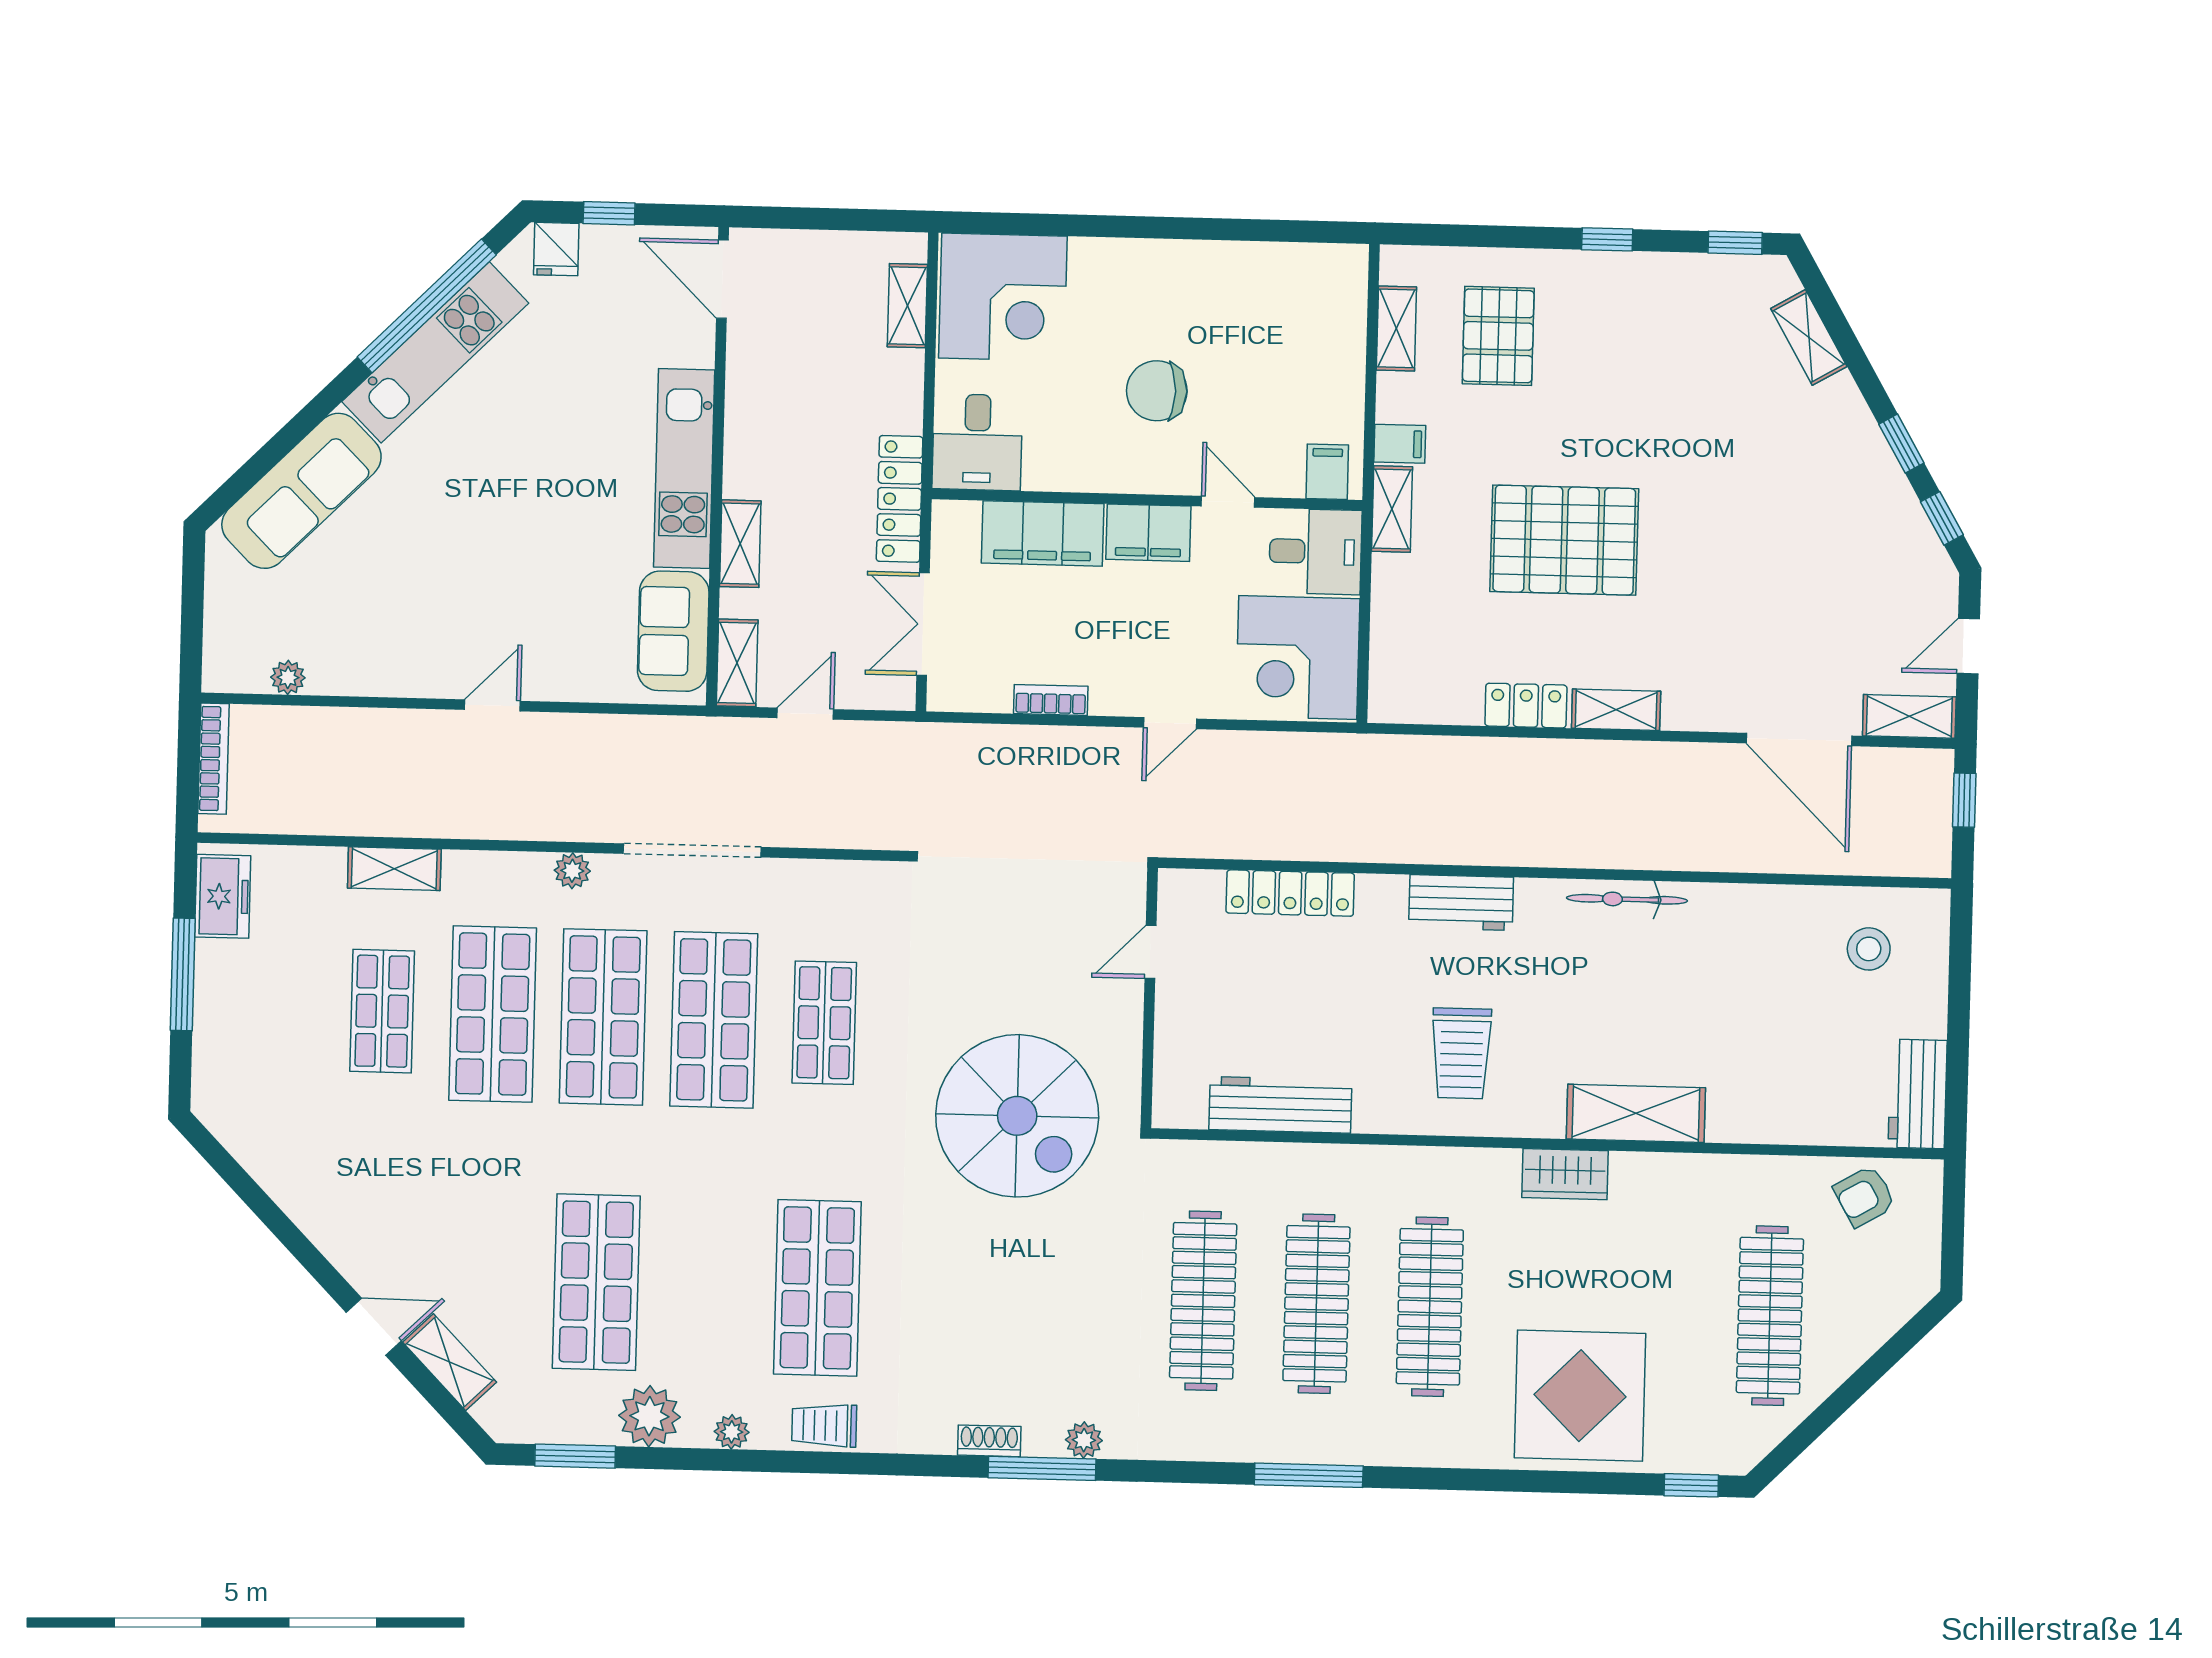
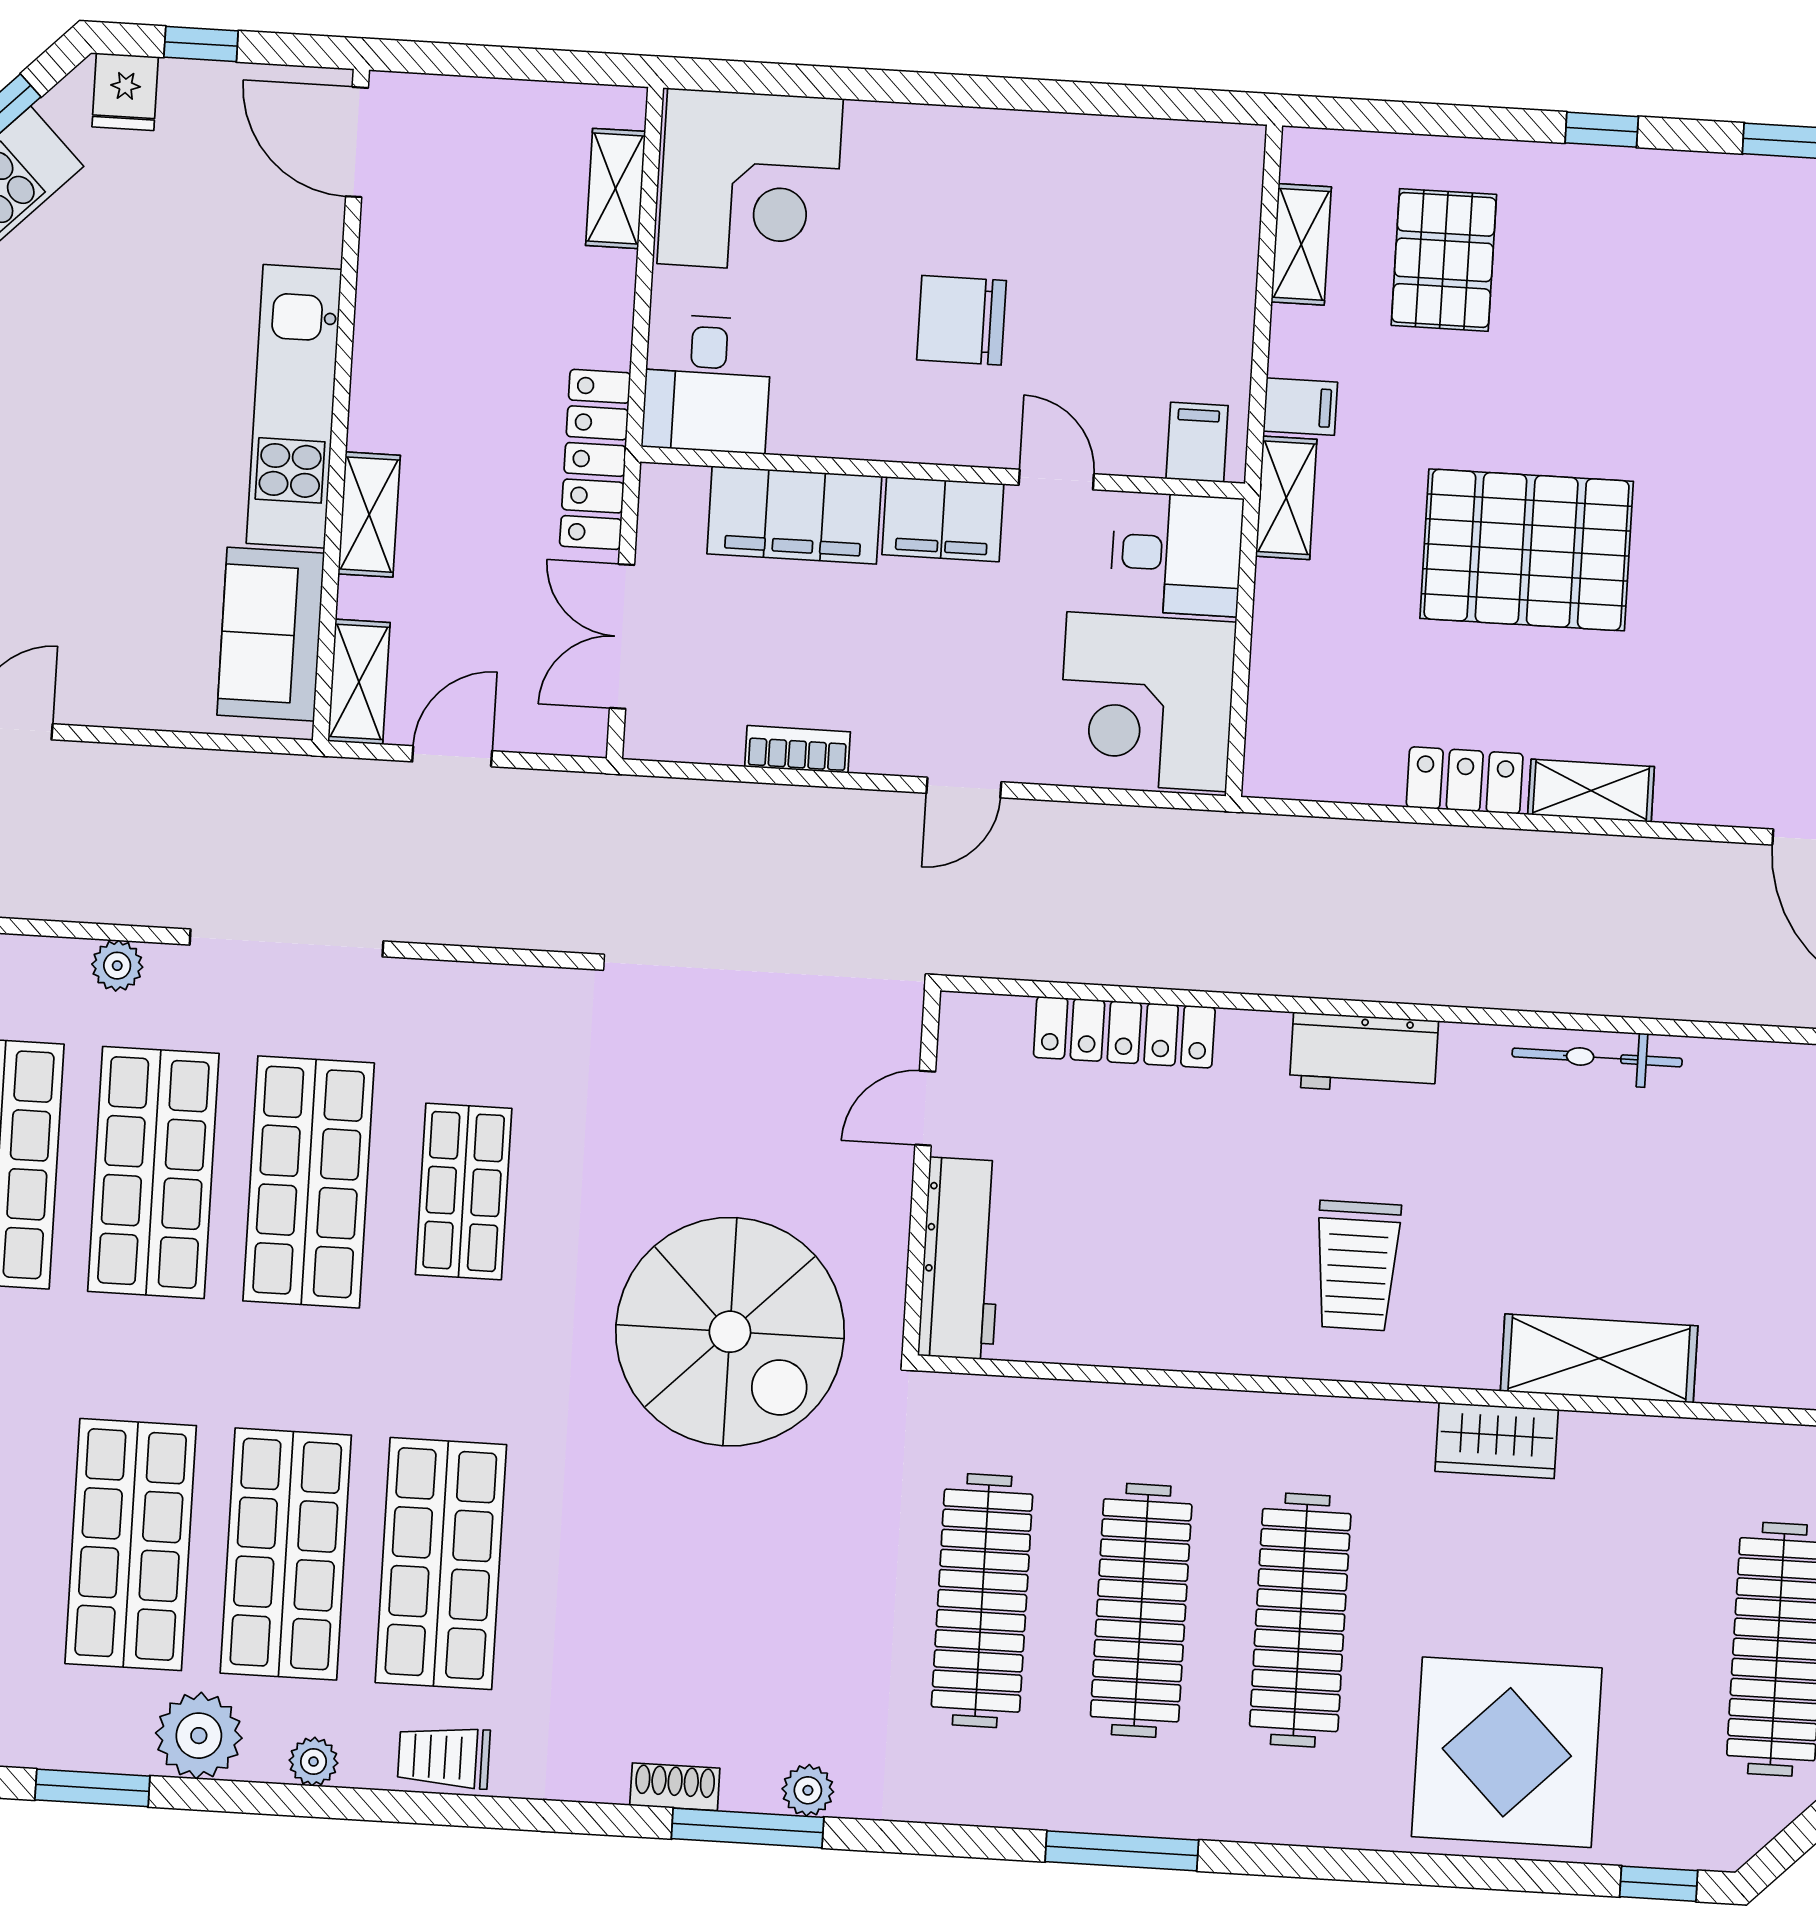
workbench: (1280, 1105) -> (961, 1258), moved, turned 90
shop shelf: (707, 1285) -> (286, 1554), added

